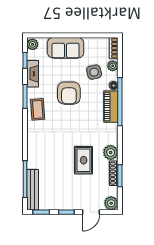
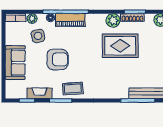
plant: (33, 44) -> (12, 93), removed
rug: (84, 160) -> (120, 46), width x1.36, depth x1.43

